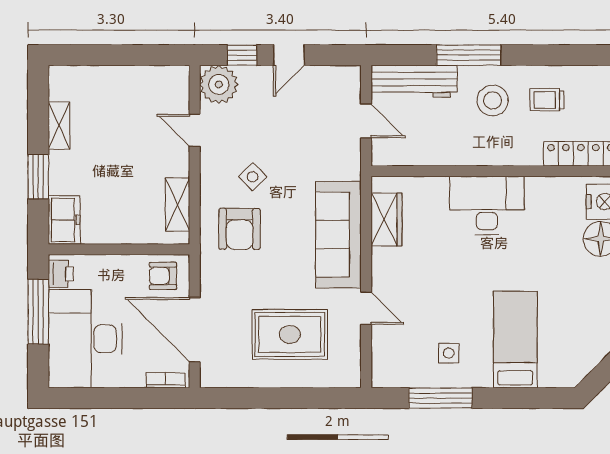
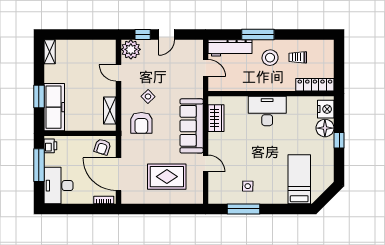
shelving: (59, 125) -> (50, 52), moved
freezer: (64, 220) -> (54, 107), width x1.91, depth x1.26
armchair: (163, 276) -> (102, 147), turned -72
desk: (85, 339) -> (59, 186), width x0.73, depth x0.77
bed: (515, 340) -> (299, 179), moved

